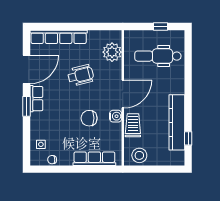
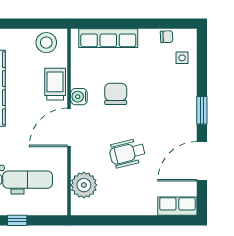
row of seats: (59, 37) -> (177, 206), width x0.50
row of seats: (36, 99) -> (188, 121), removed
chair: (89, 118) -> (116, 94), turned -90
trolley: (133, 125) -> (55, 84), turned 180

